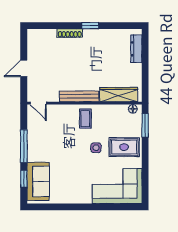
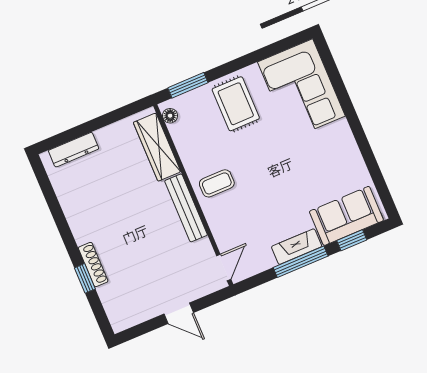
window: (90, 26) -> (85, 278), moved
fireplace: (33, 147) -> (297, 247), added
side table: (96, 148) -> (255, 147), removed

